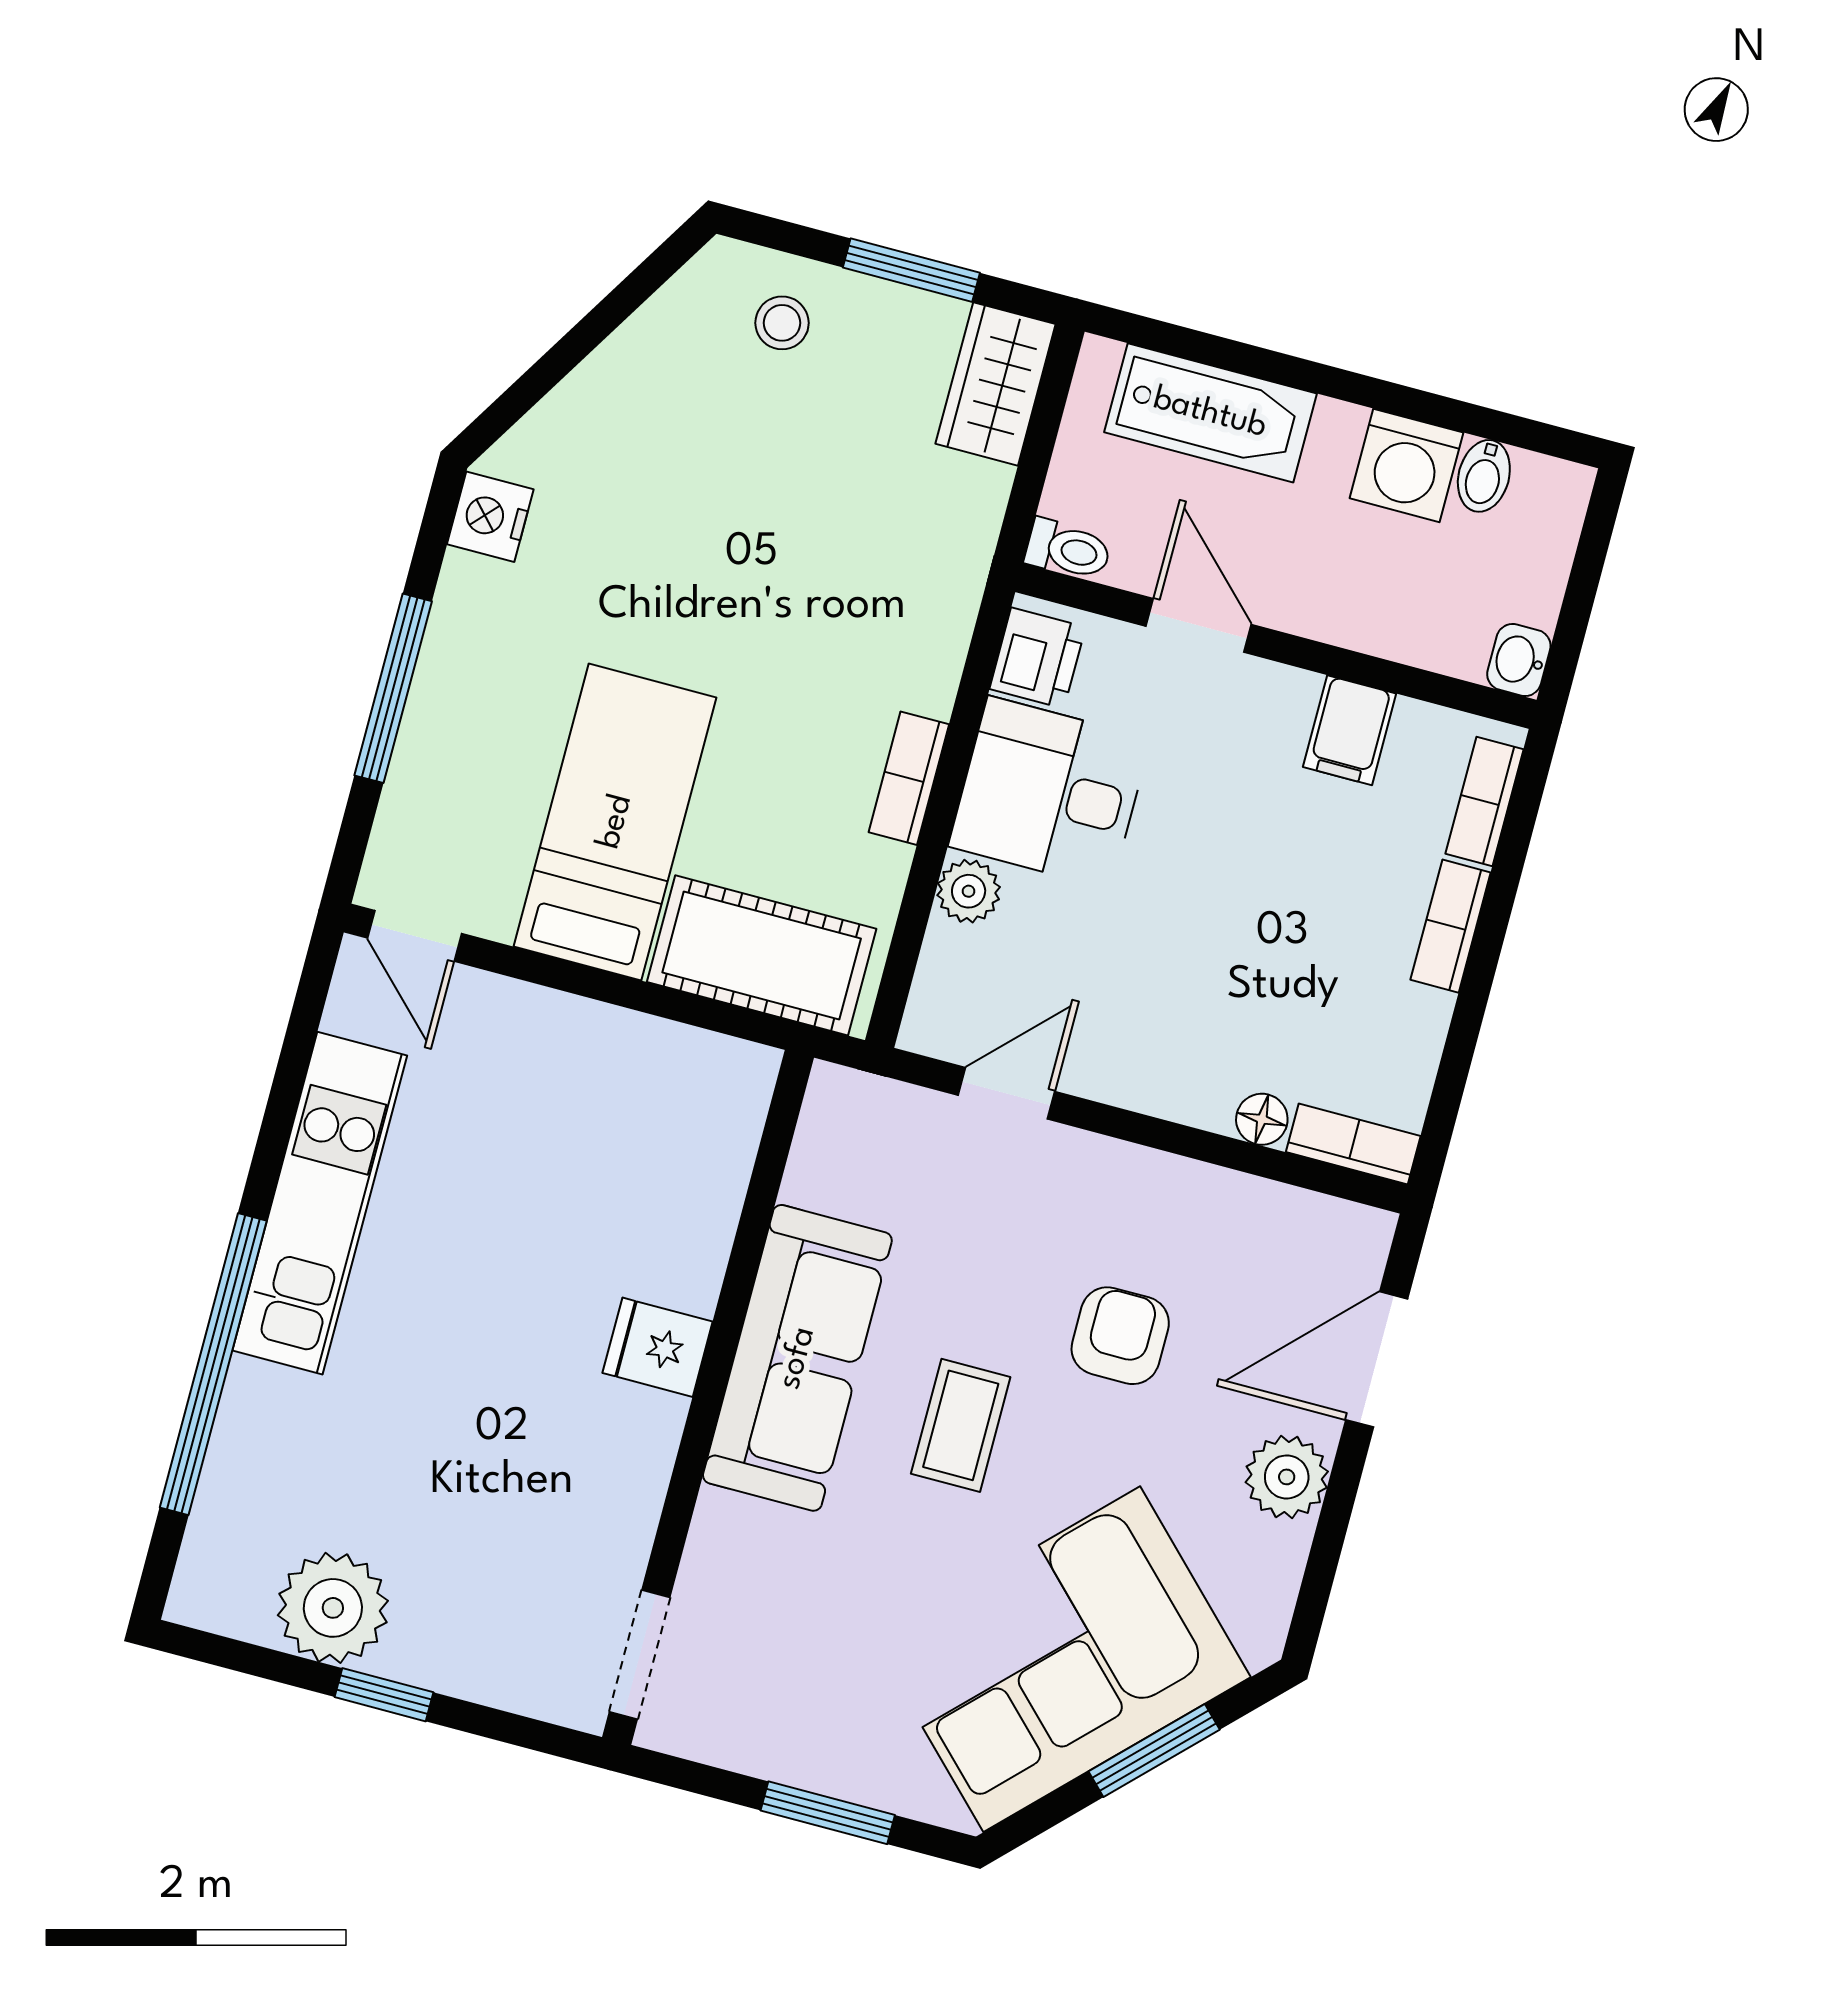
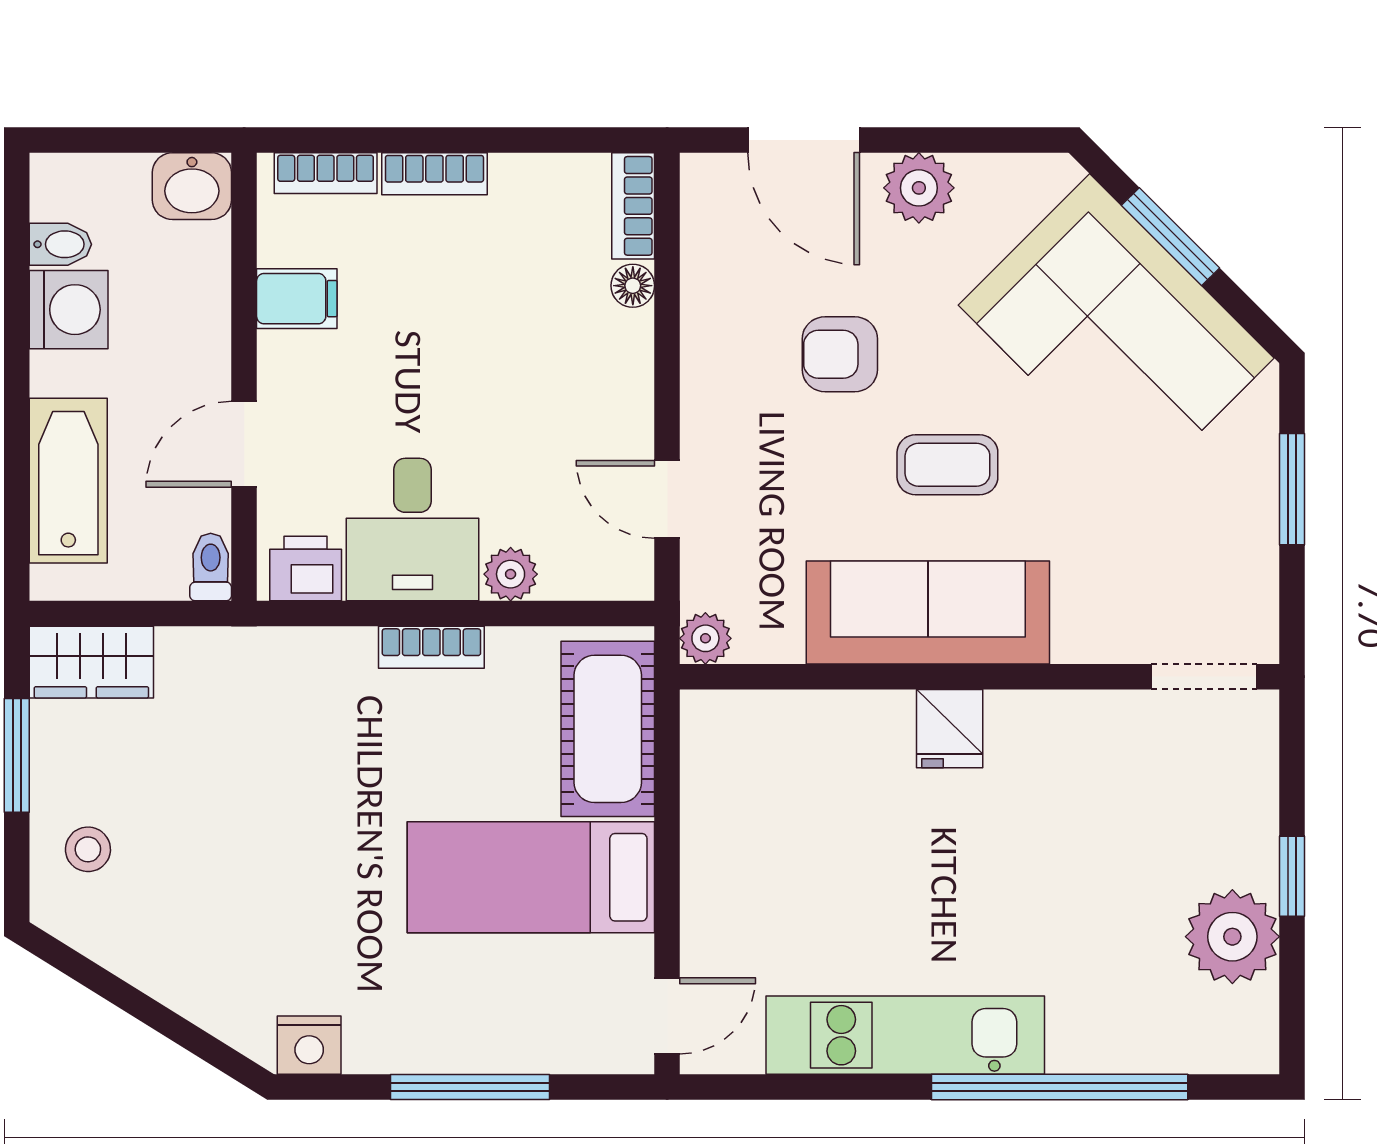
washbasin: (1519, 660) -> (192, 186), width x1.38, depth x1.45
plant: (836, 1095) -> (705, 638), added

